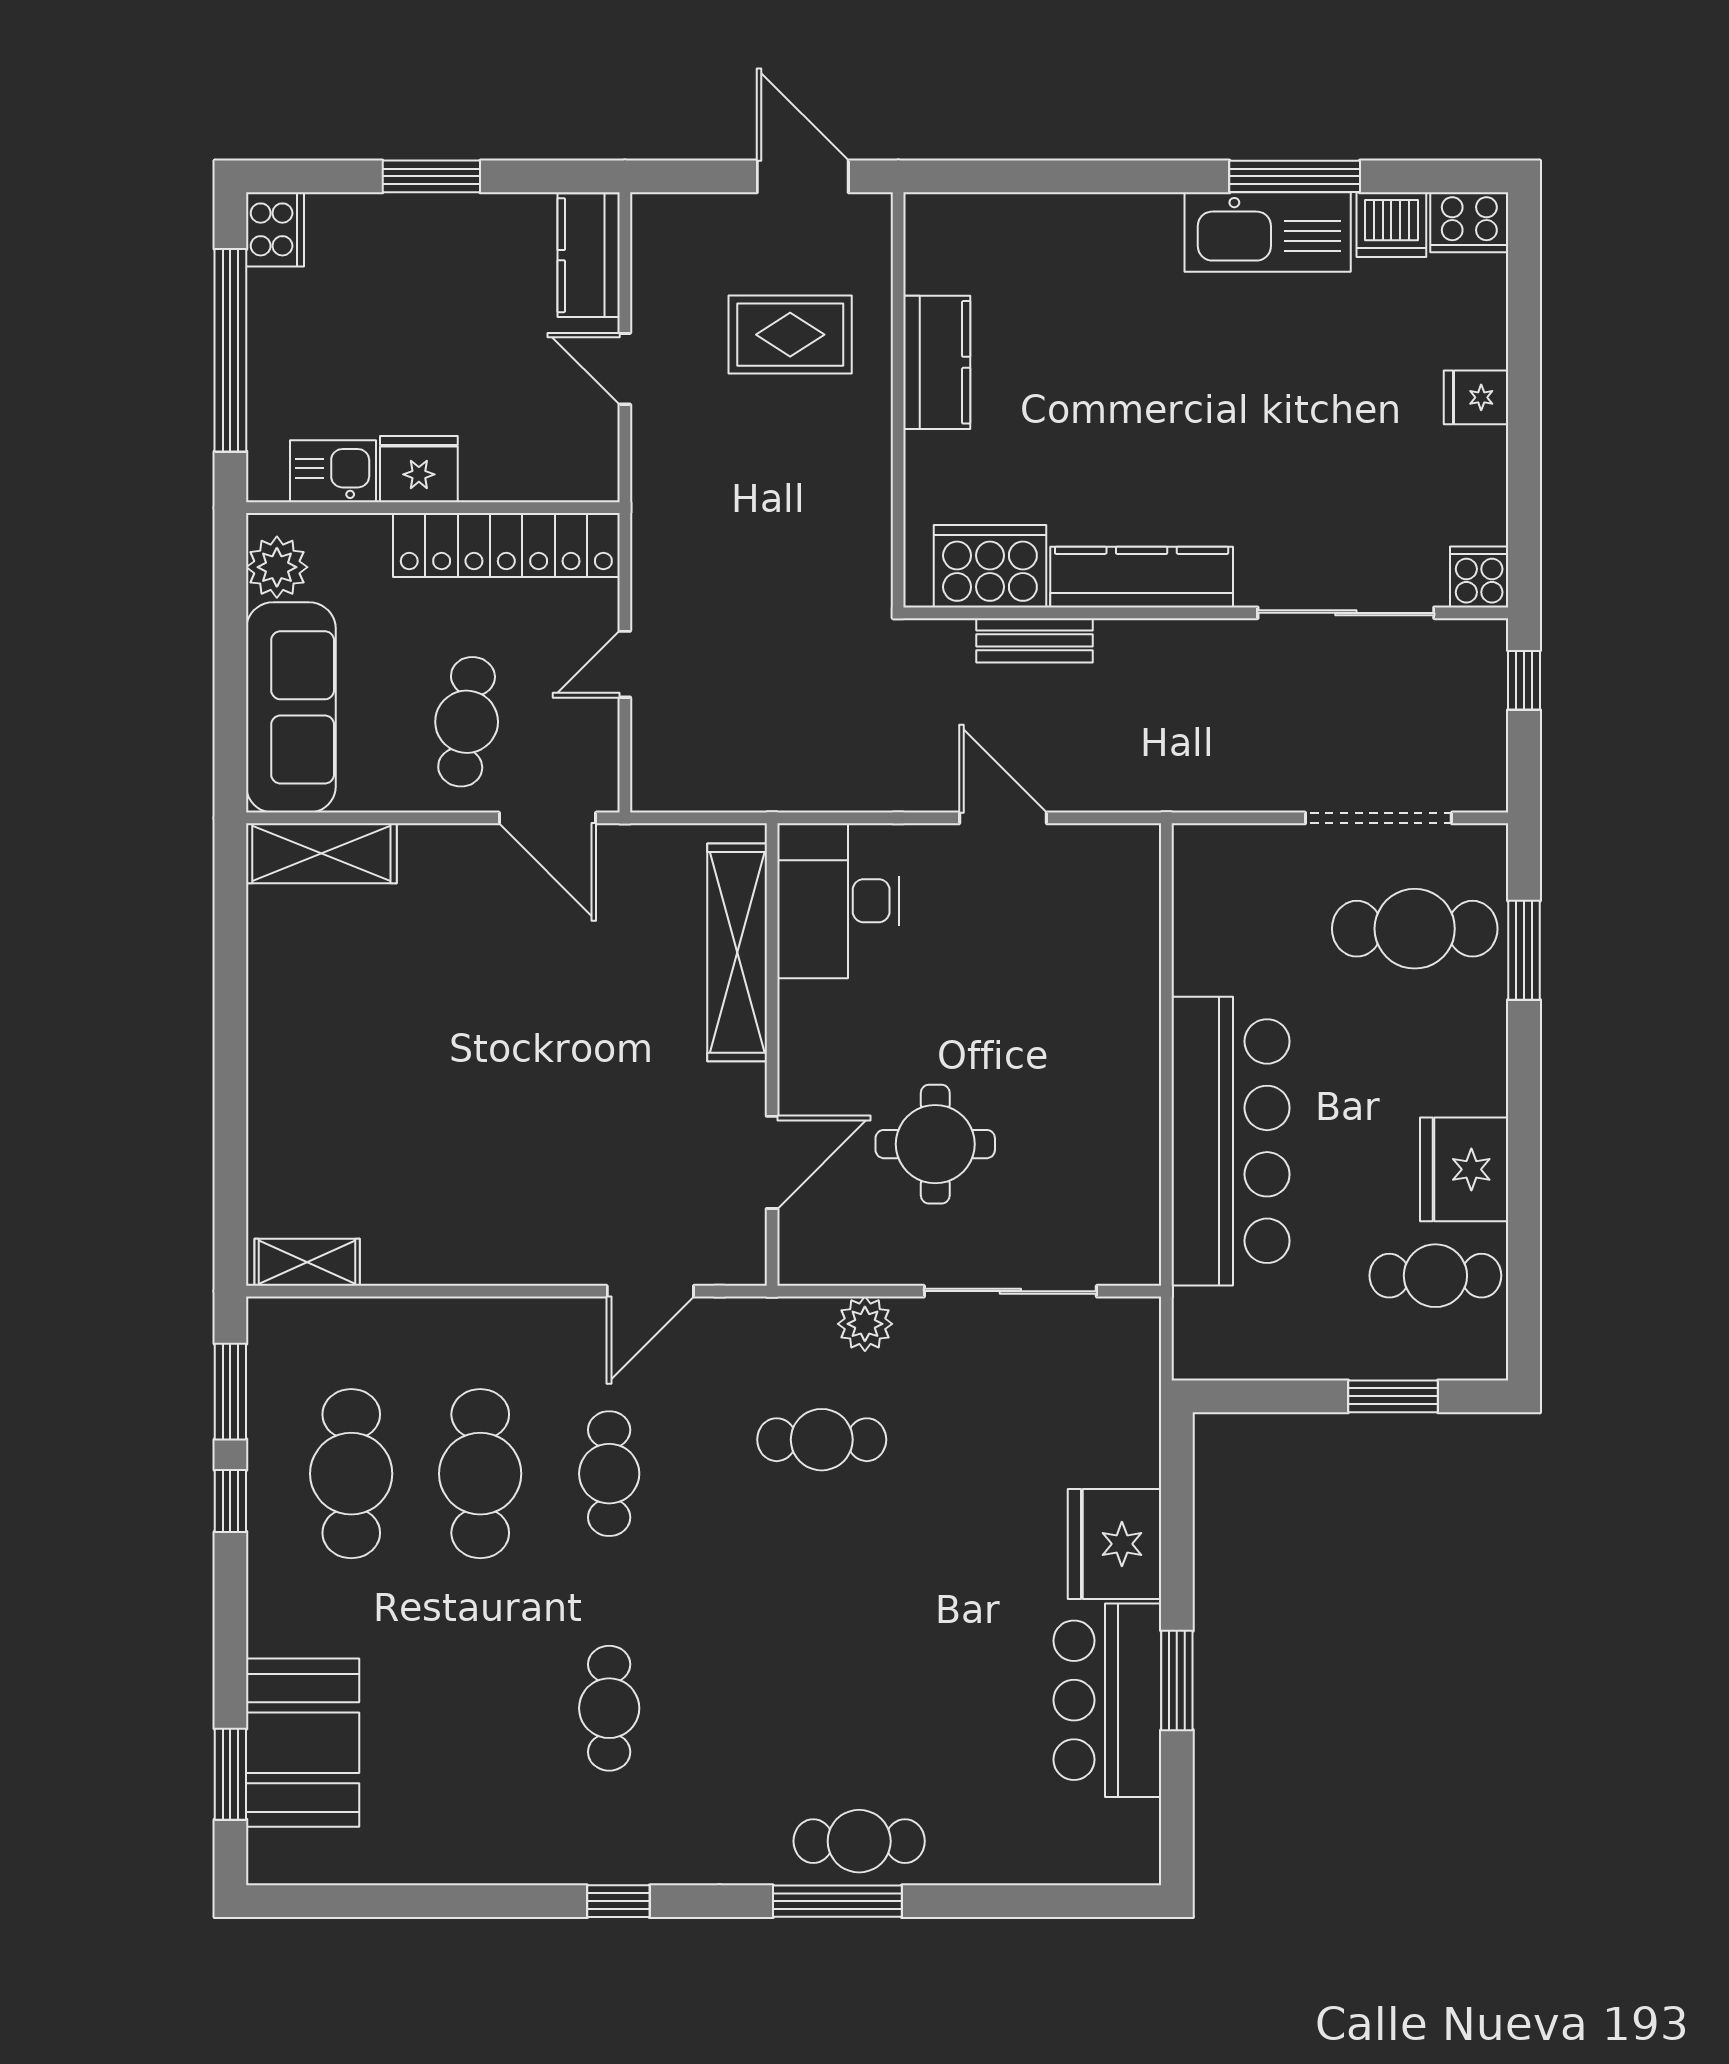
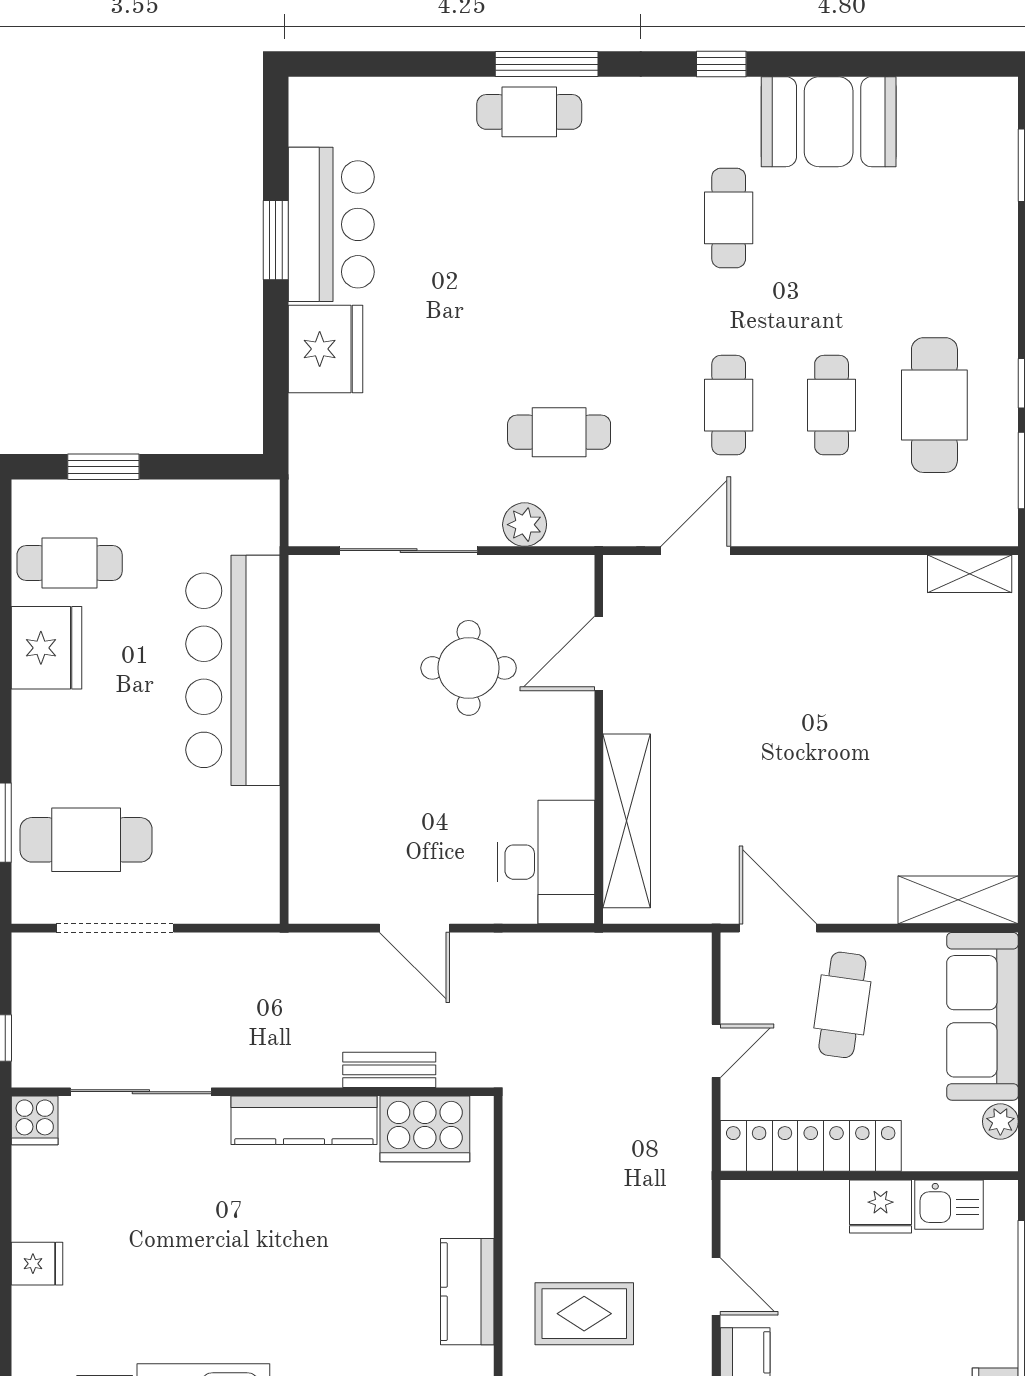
plant: (277, 567) -> (1000, 1121), width x0.73, depth x0.73
cafe table: (480, 1474) -> (832, 405), width x0.73, depth x0.74
booth: (303, 1743) -> (829, 122), moved, turned 90

